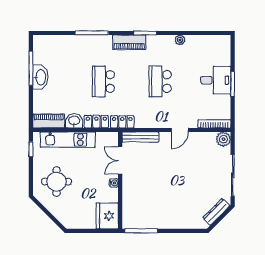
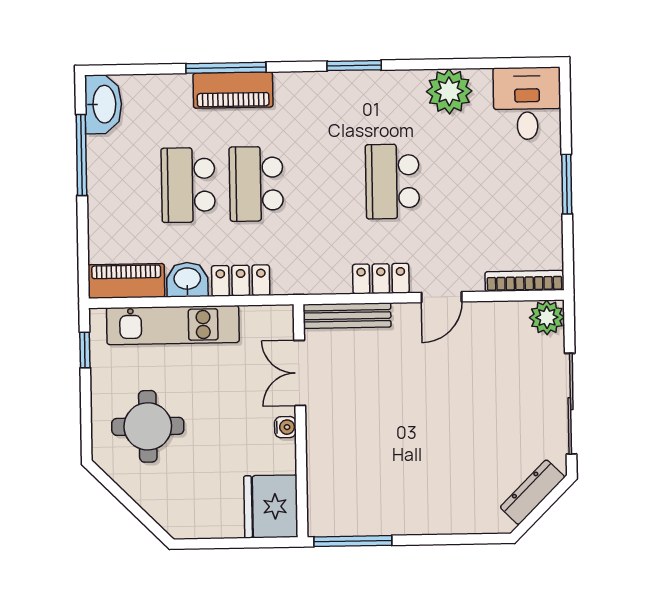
plant: (180, 40) -> (449, 91), width x1.88, depth x1.88
piano: (129, 42) -> (233, 90), moved
washbasin: (40, 77) -> (103, 104), moved
desk: (216, 80) -> (527, 103), moved, turned -90
school desk: (75, 81) -> (188, 185), added
locker: (122, 122) -> (381, 279), moved

